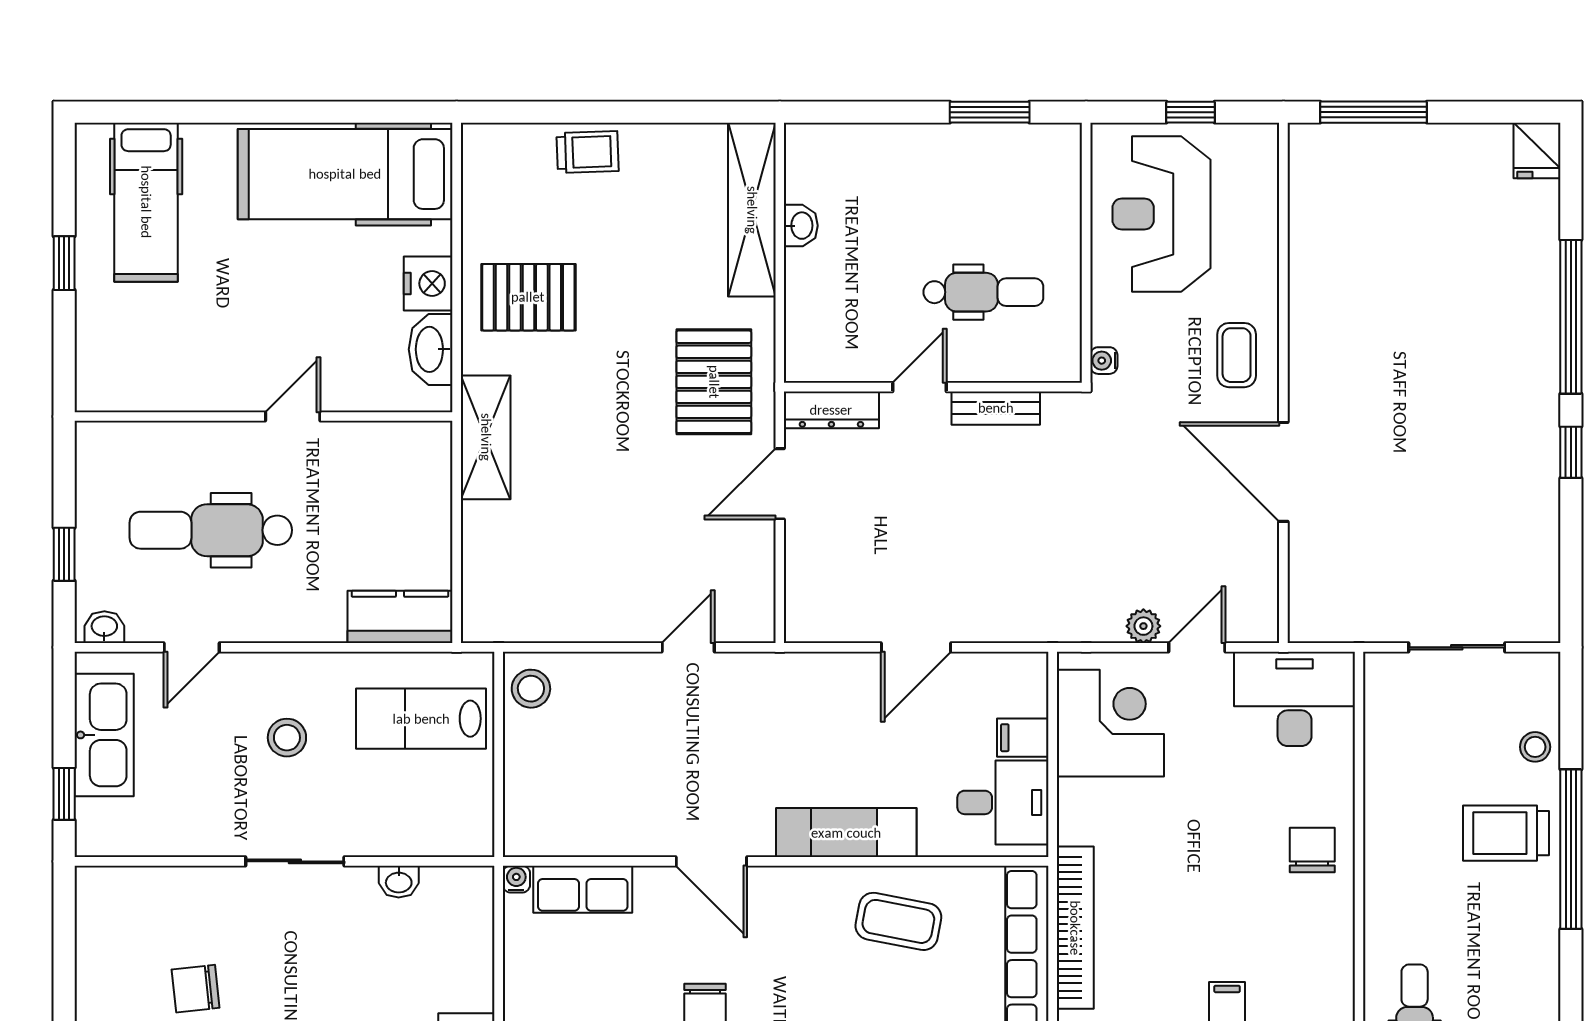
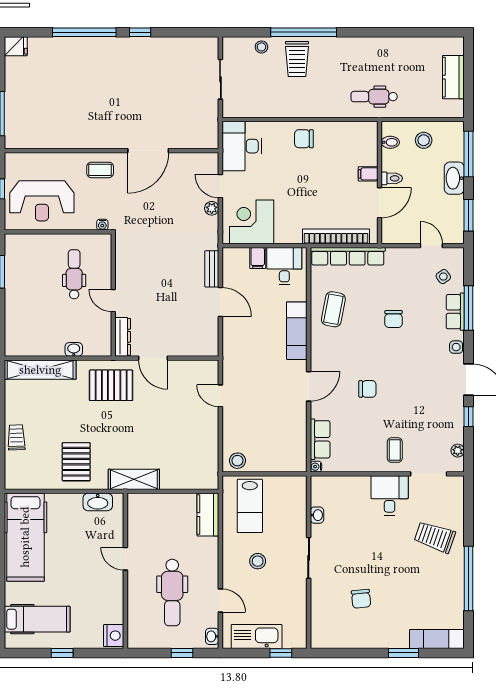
washbasin: (801, 226) -> (74, 349), moved
nightstand: (428, 283) -> (114, 636), moved, turned 90
bench: (996, 408) -> (212, 269), moved

